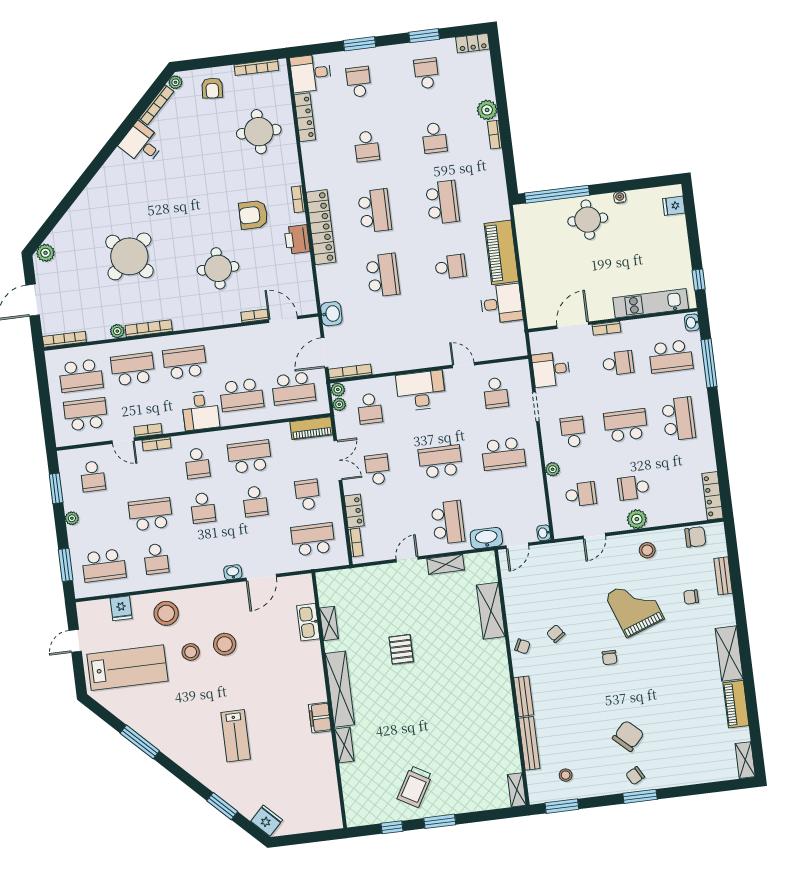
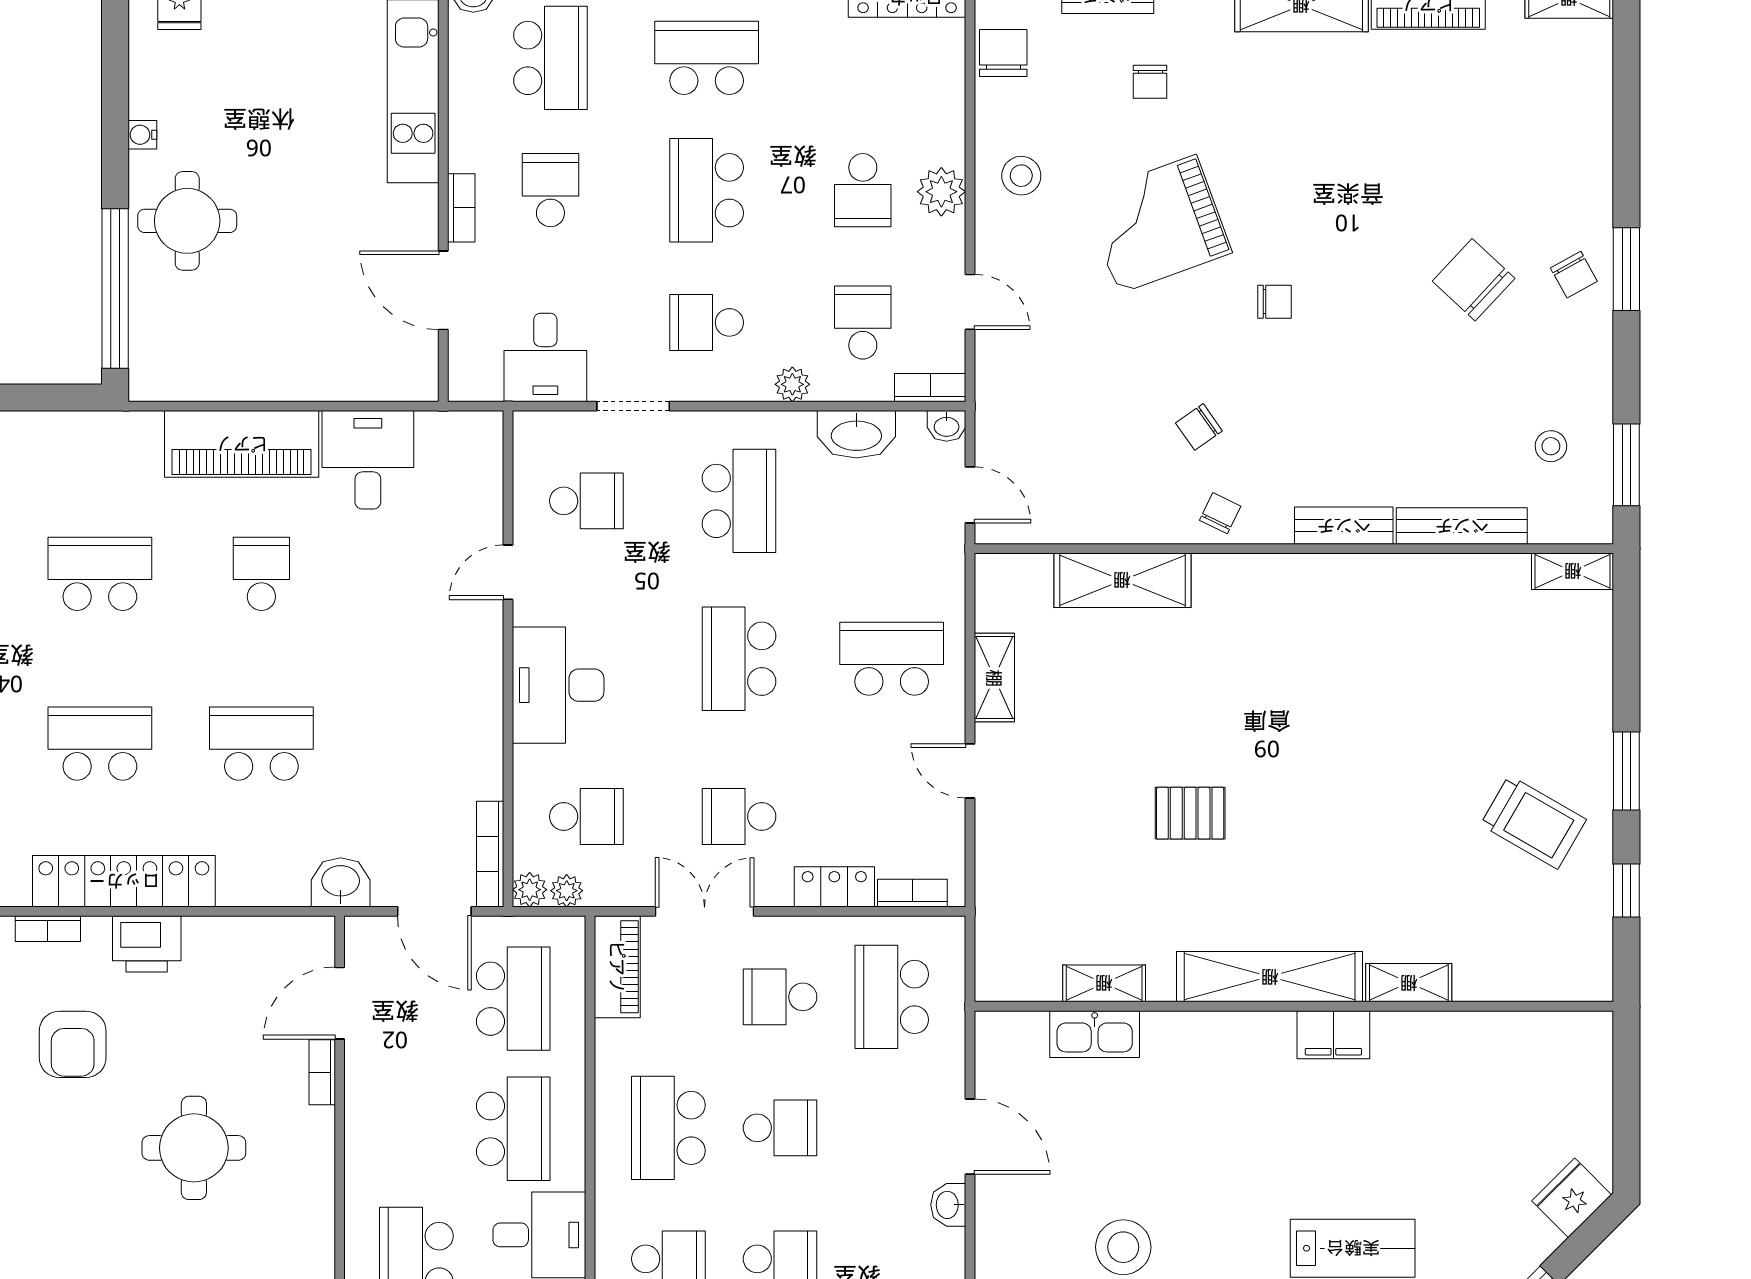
bookcase: (558, 524) -> (930, 388), added
washbasin: (486, 538) -> (856, 434), moved, turned -90

